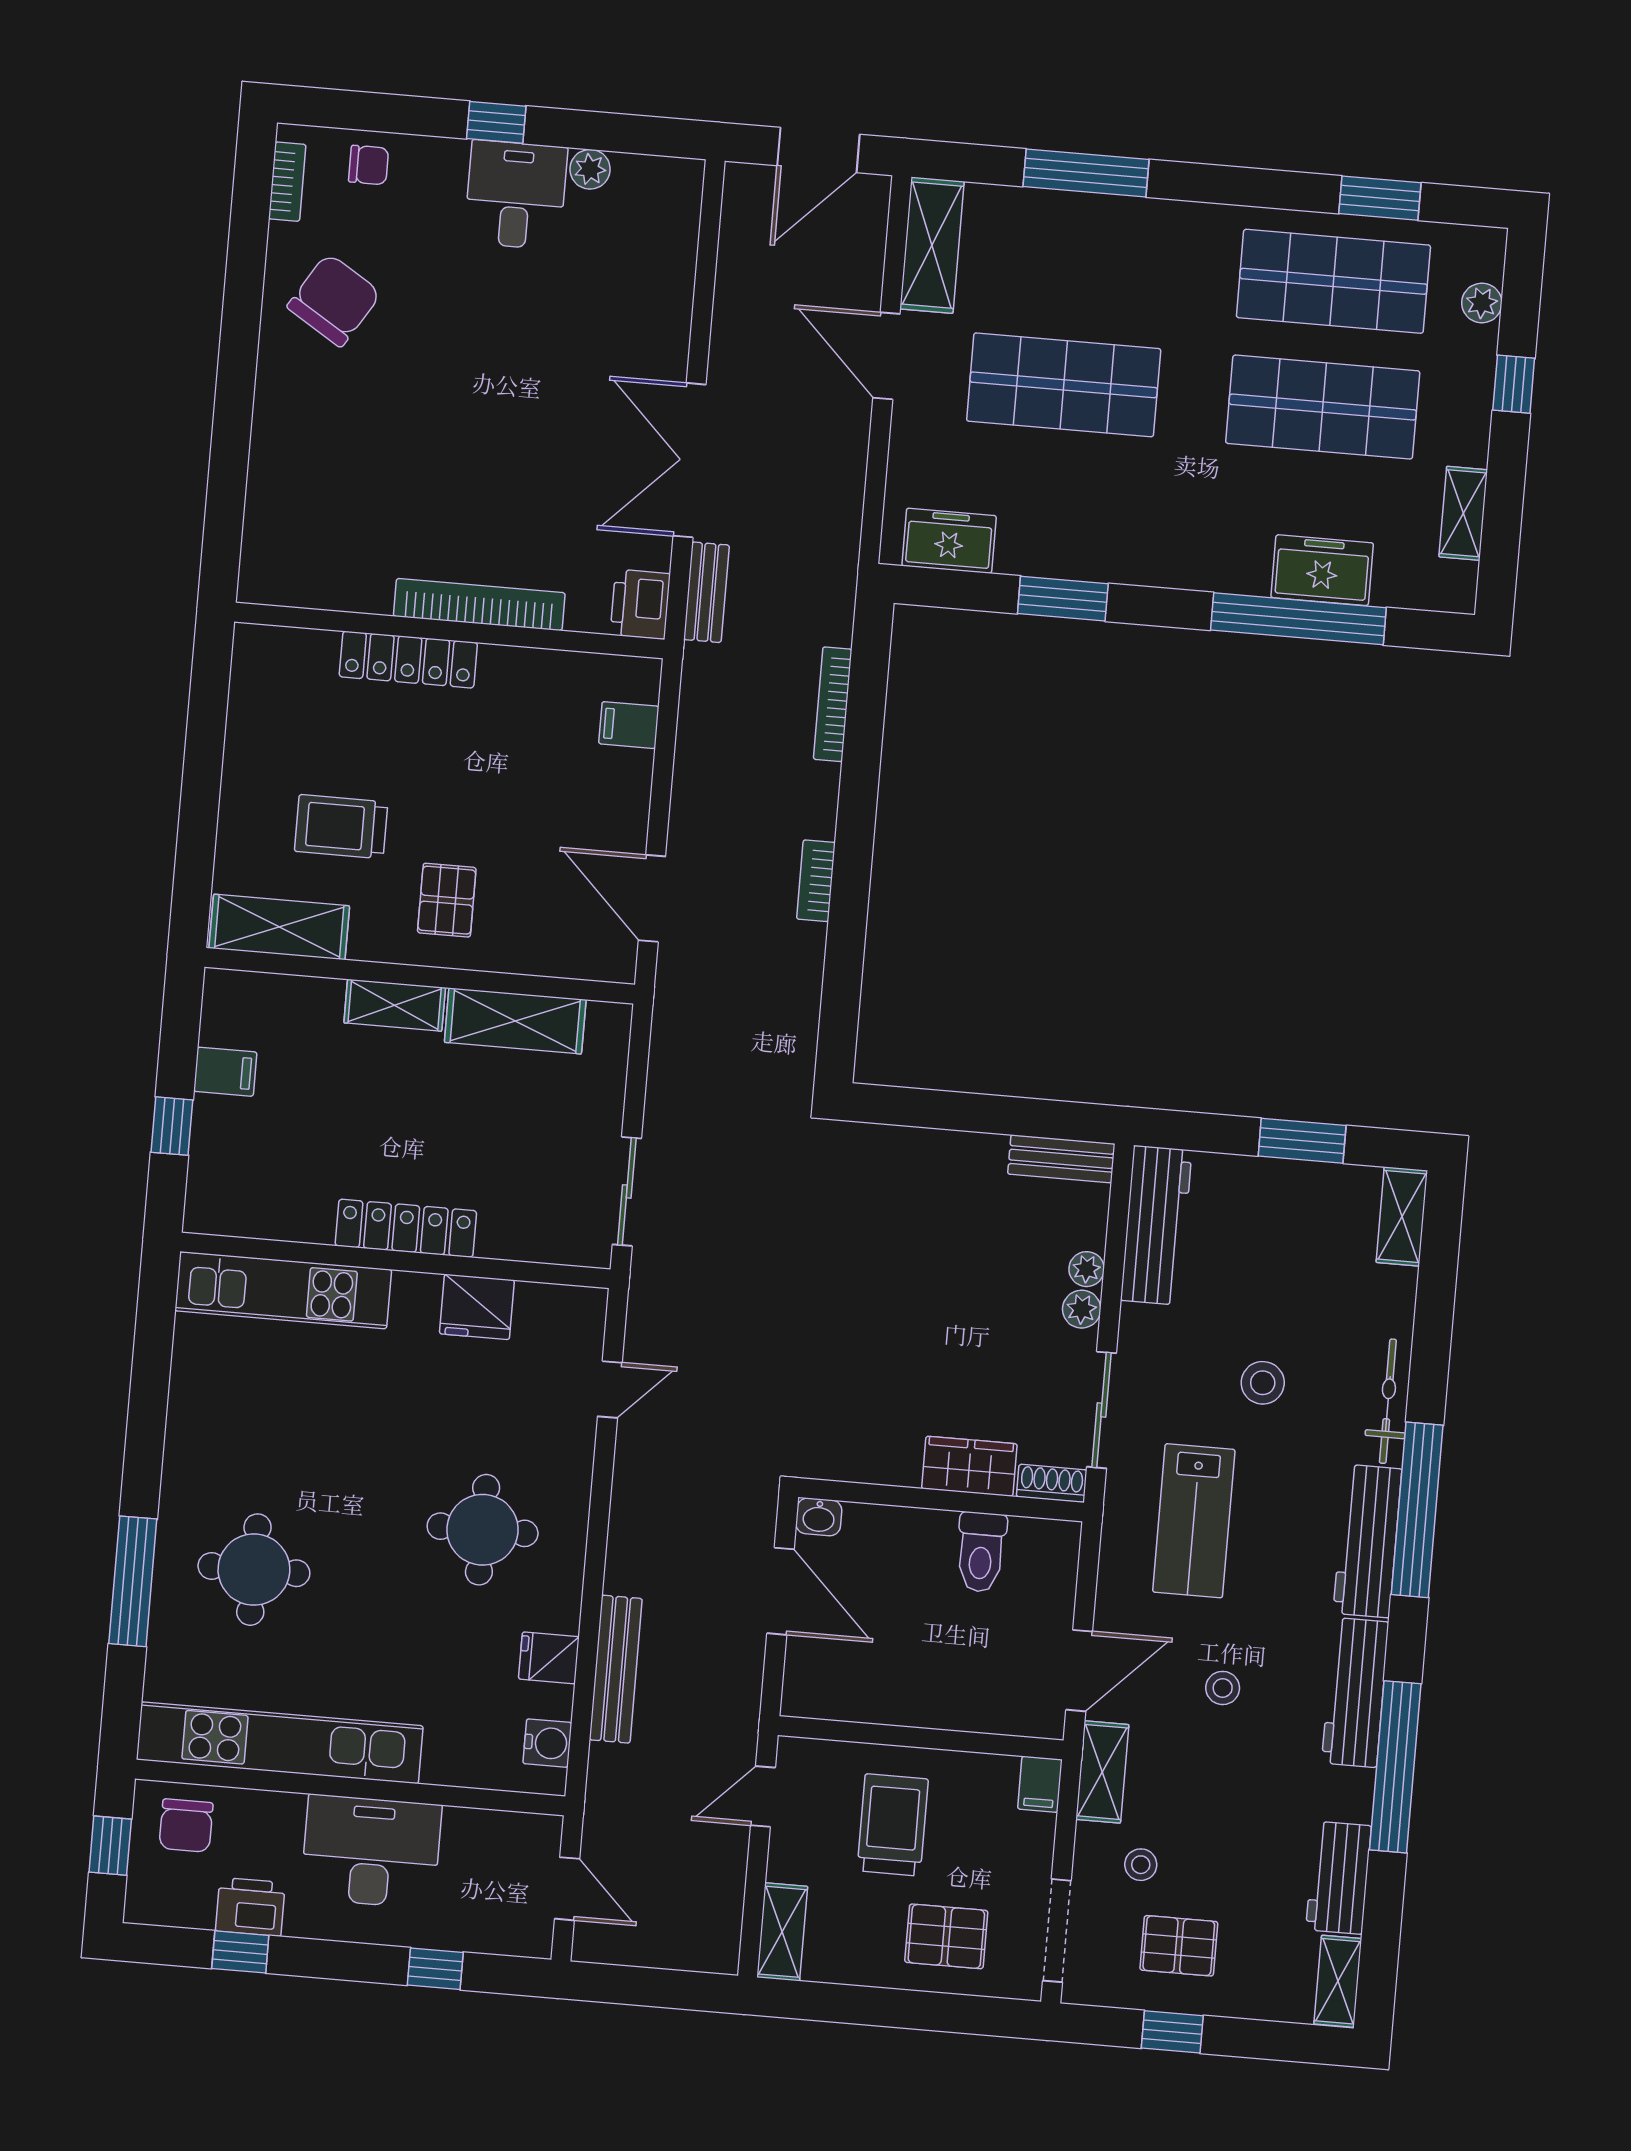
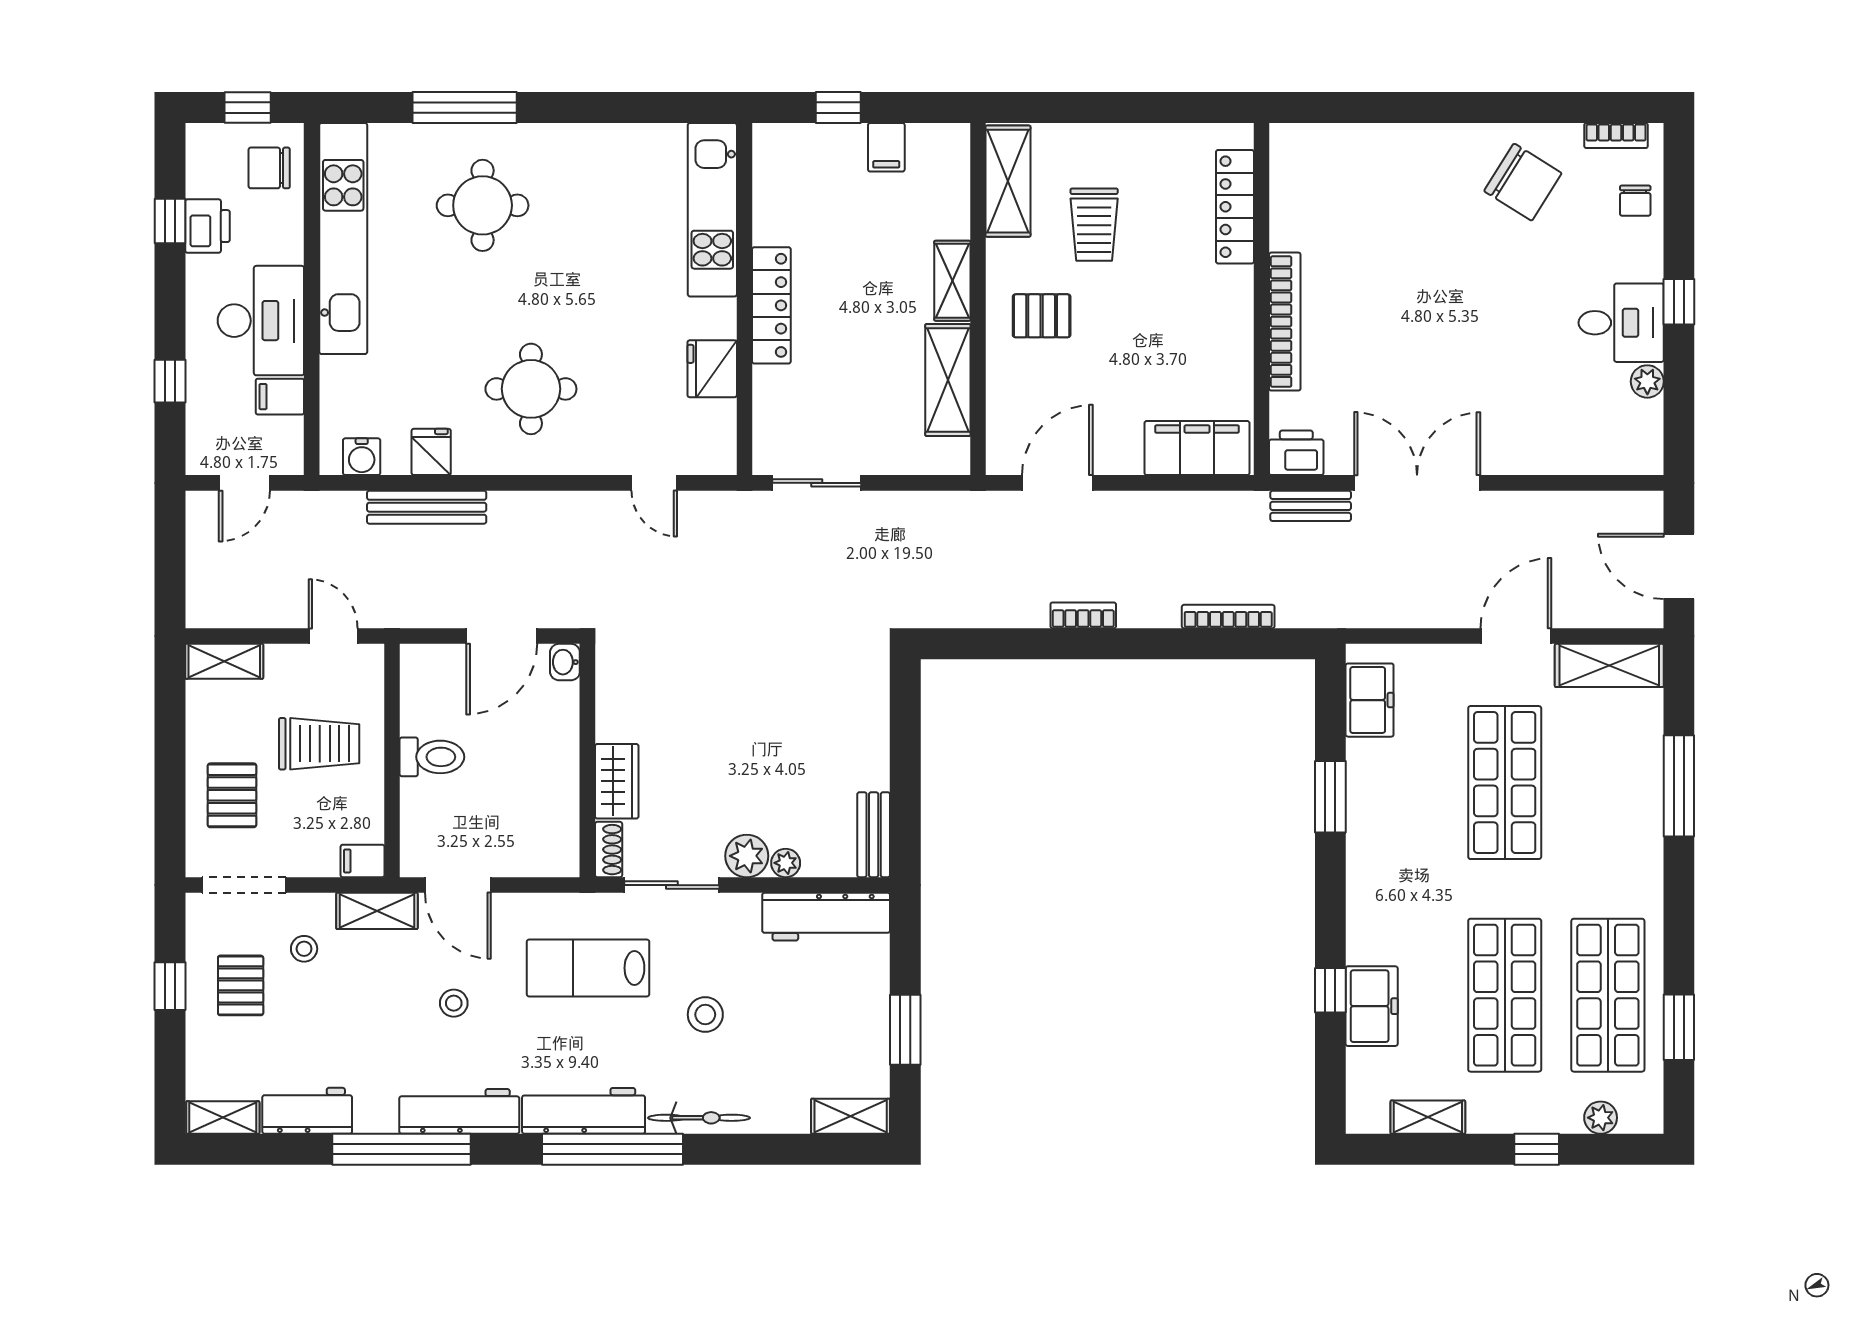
window: (1298, 619) -> (1330, 990), width x0.32
locker: (408, 660) -> (1235, 207), moved
filing cabinet: (629, 725) -> (1197, 448), width x3.00, depth x1.17
trolley: (341, 827) -> (1094, 225), turned 180
plant: (1082, 1309) -> (747, 856), width x1.38, depth x1.38
toilet: (981, 1552) -> (432, 757), moved, turned 180
filing cabinet: (466, 1836) -> (280, 397), added

